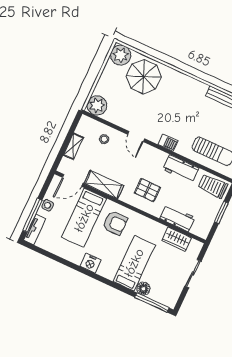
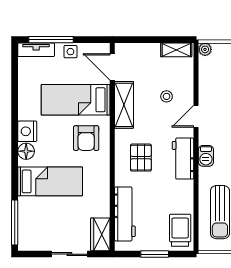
plant: (97, 105) -> (205, 49), width x0.53, depth x0.53
stool: (104, 139) -> (167, 96), moved
shelving: (73, 146) -> (176, 50), moved
workbench: (181, 169) -> (183, 159), moved
workbench: (177, 218) -> (125, 214), width x1.38
wardrobe: (177, 239) -> (100, 234), moved
floor lamp: (143, 289) -> (26, 151), moved

